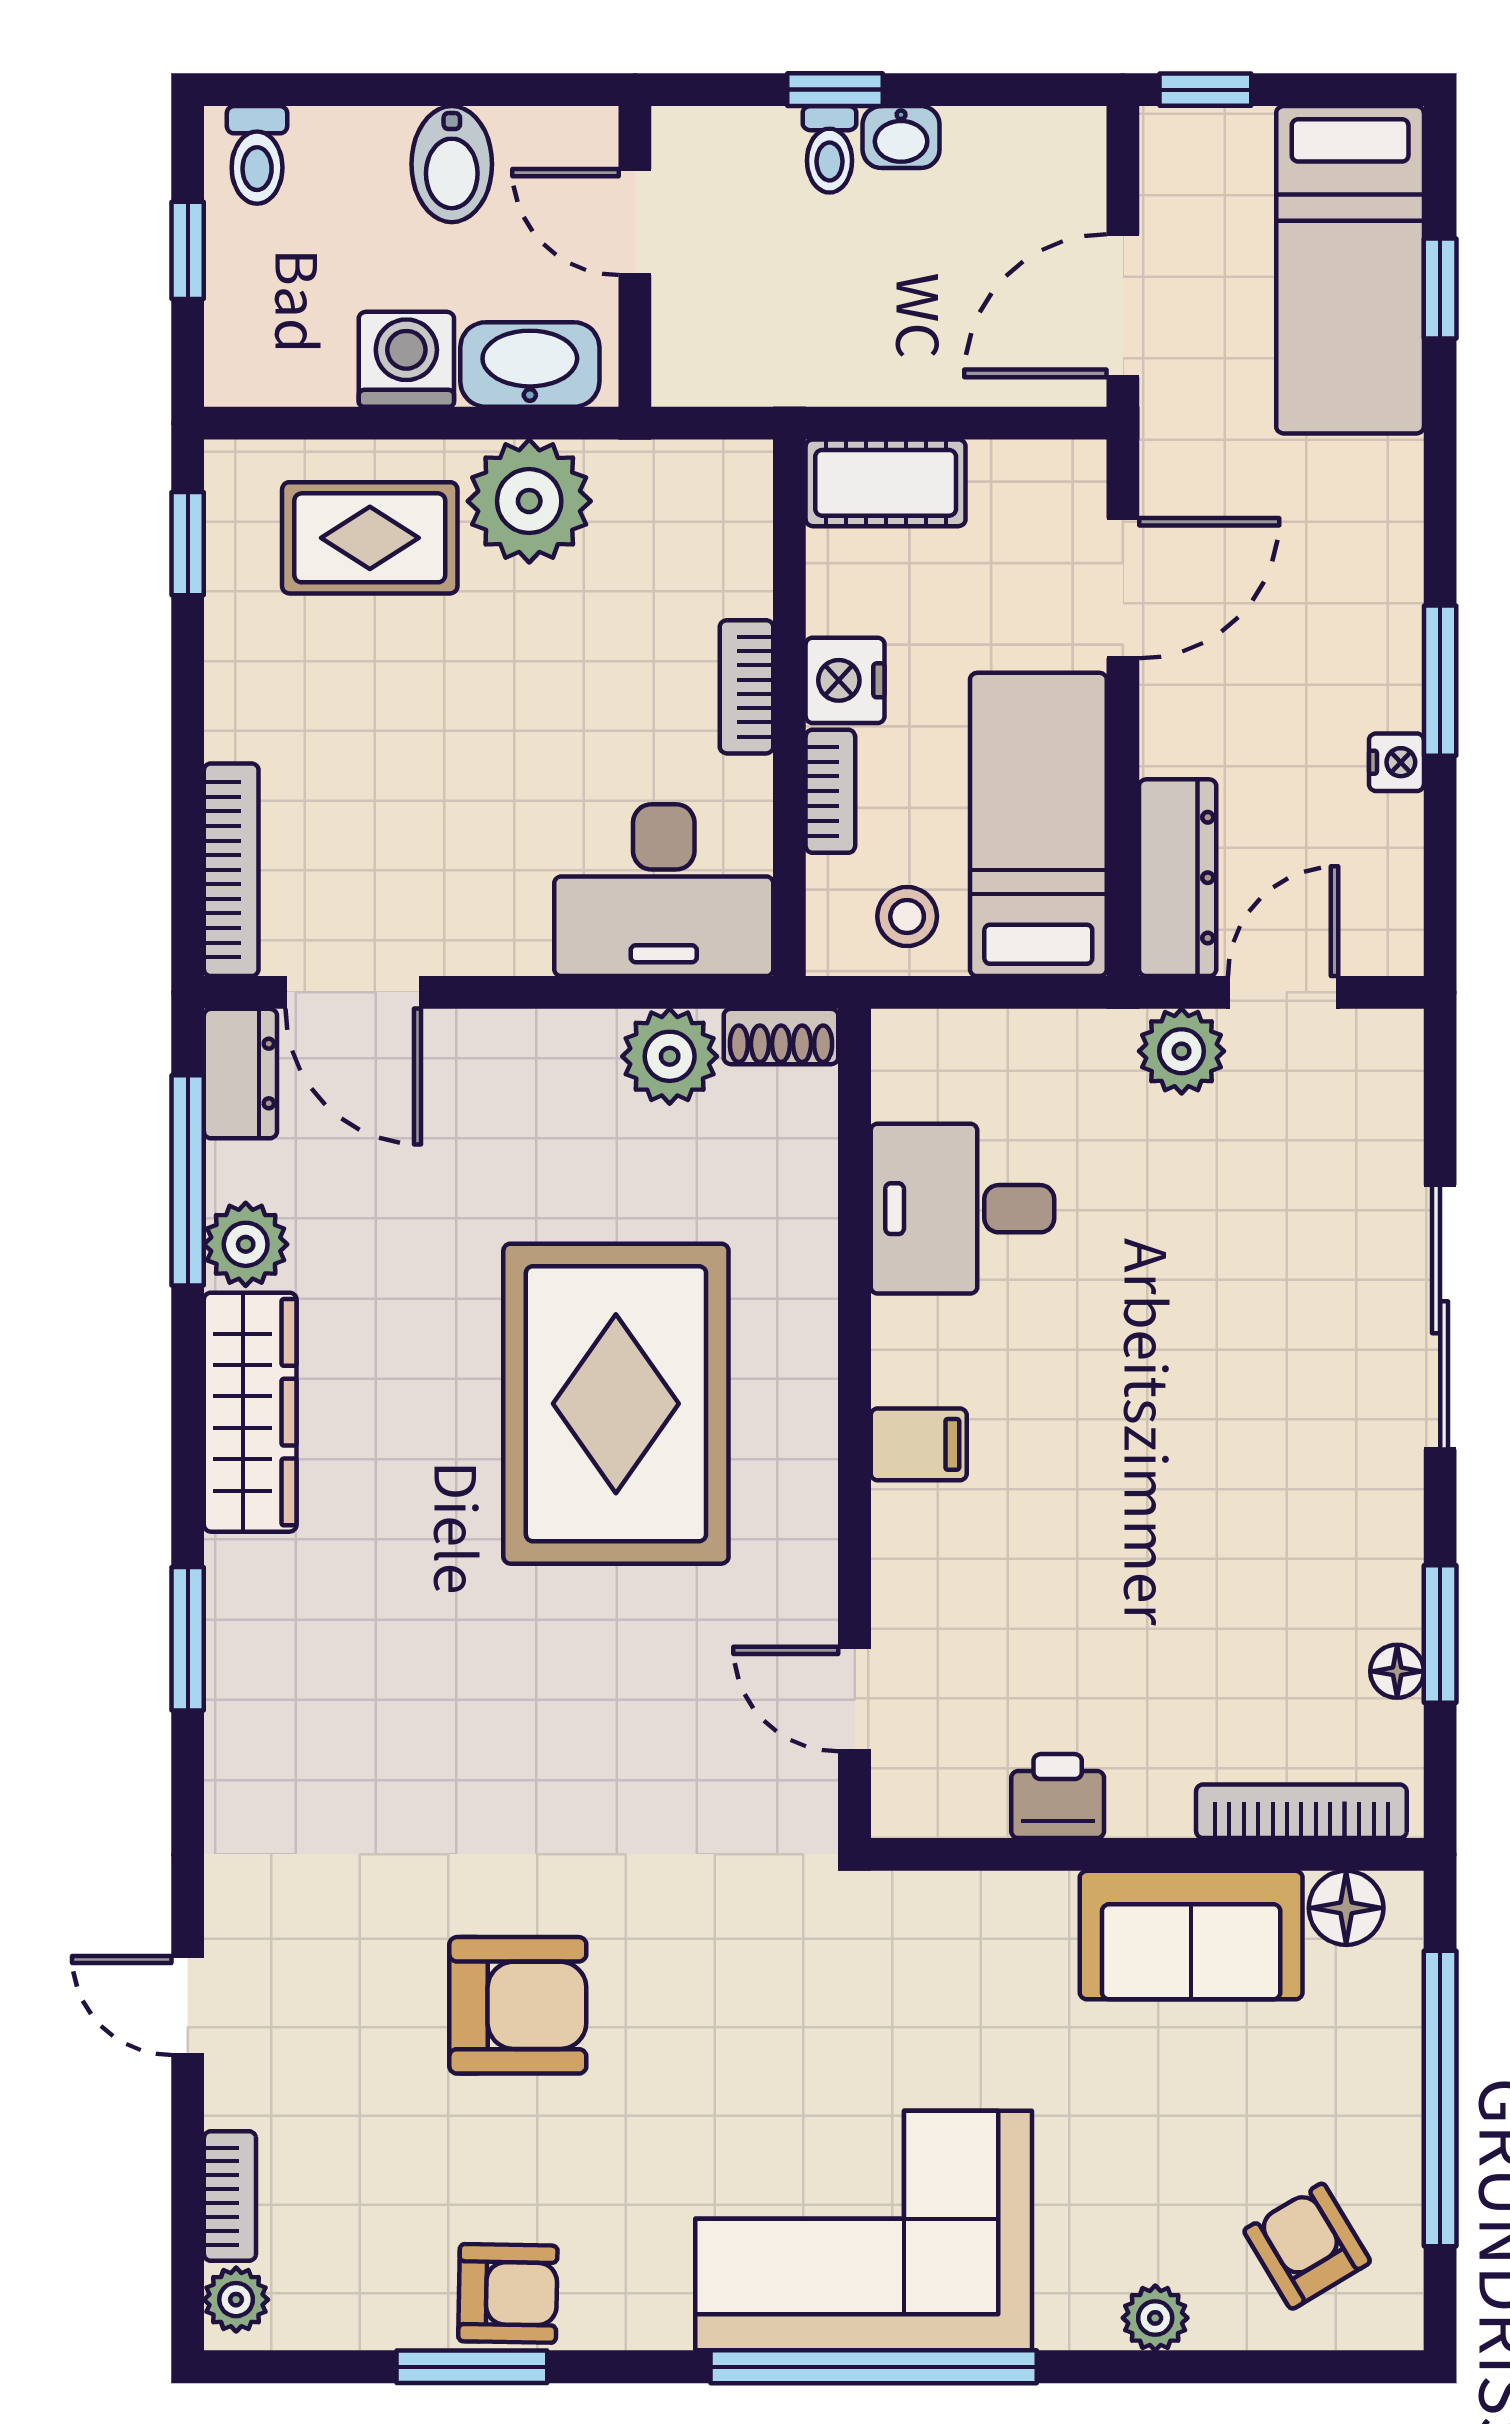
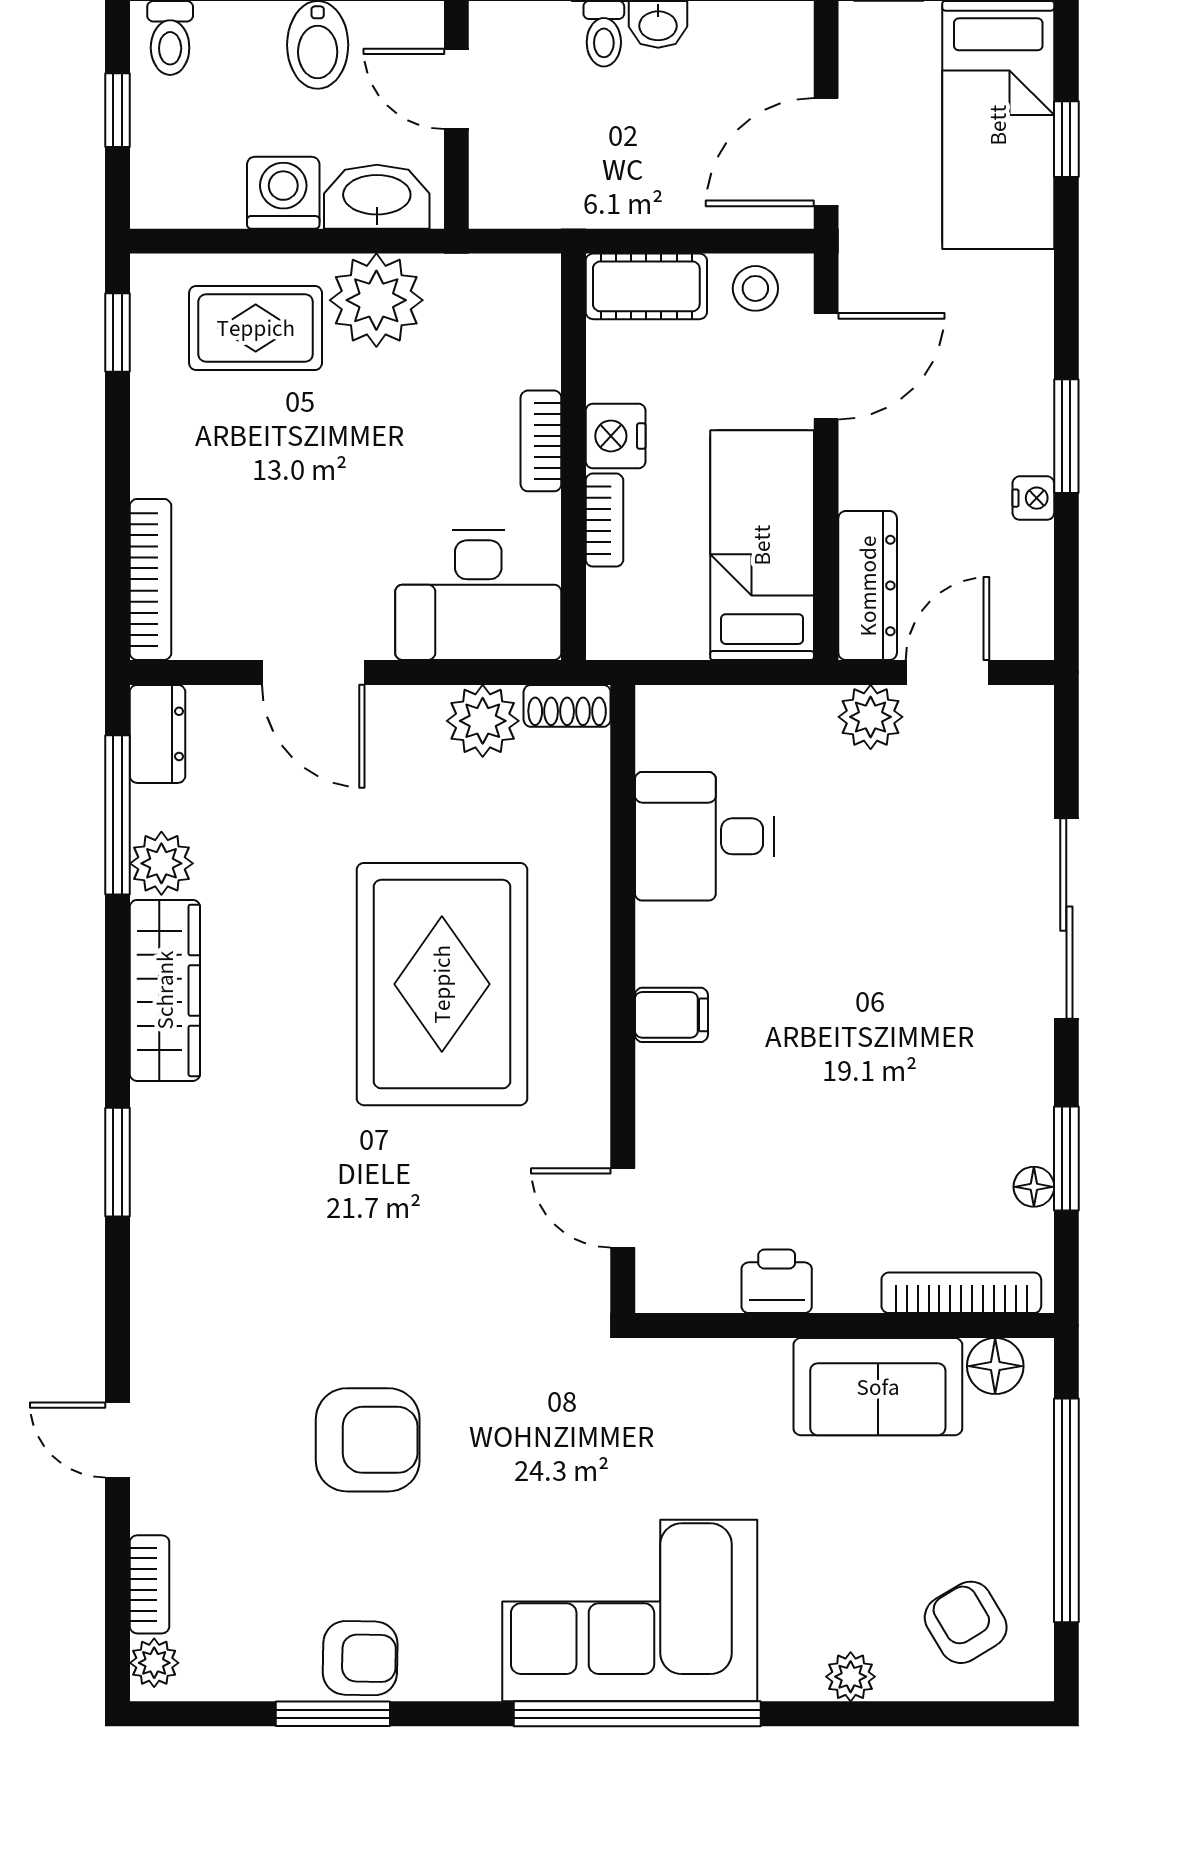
stool: (907, 916) -> (755, 288), moved
door: (353, 992) -> (313, 672), moved

